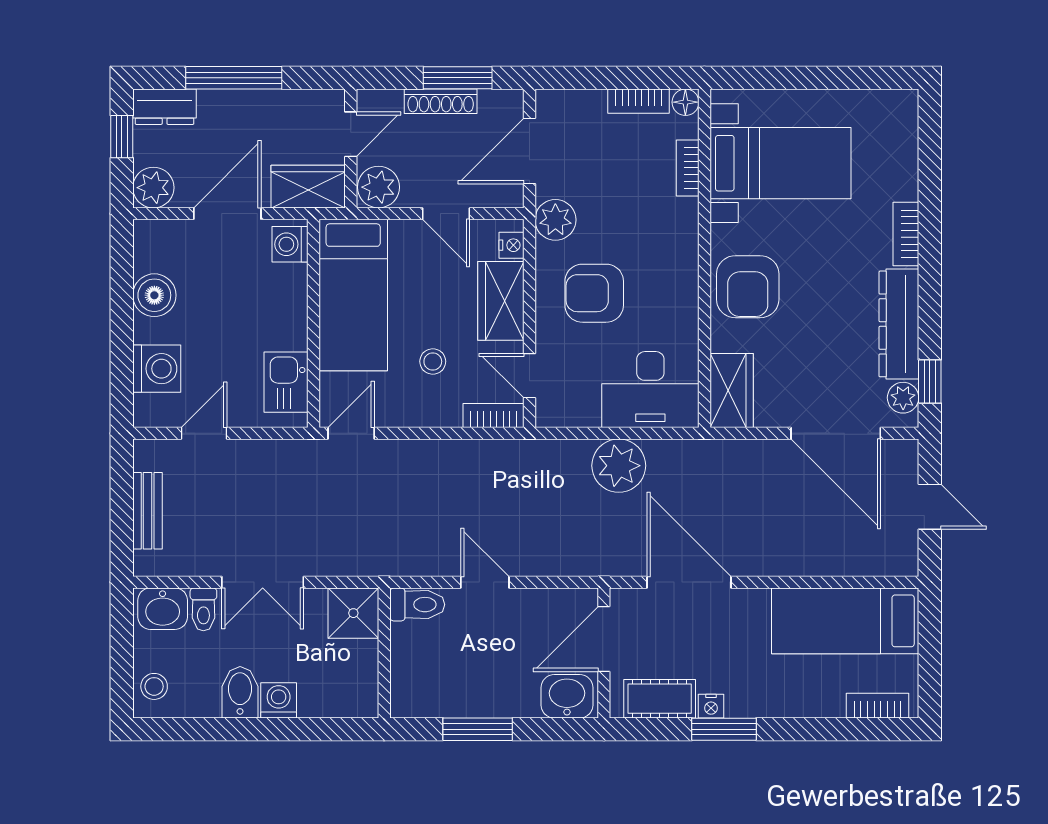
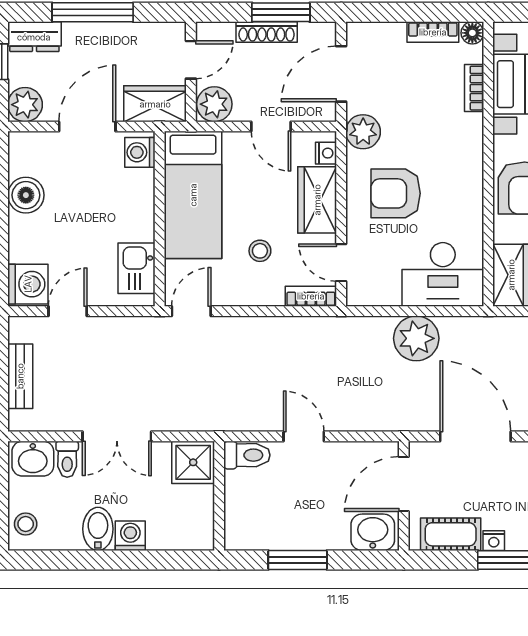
washing machine: (157, 369) -> (28, 284), moved

